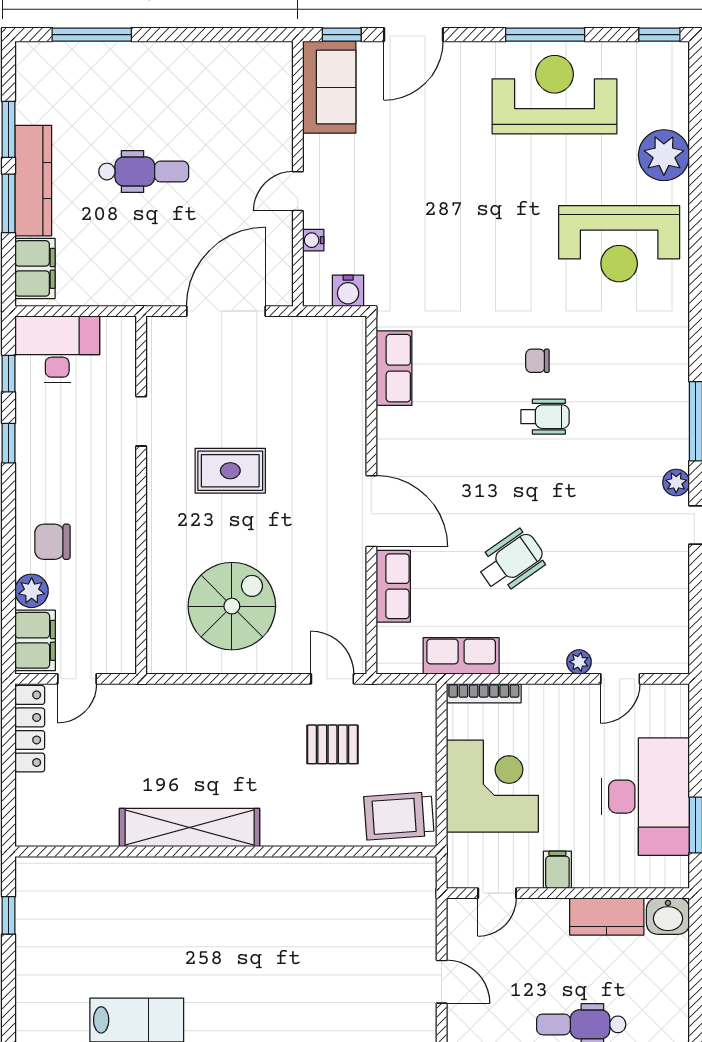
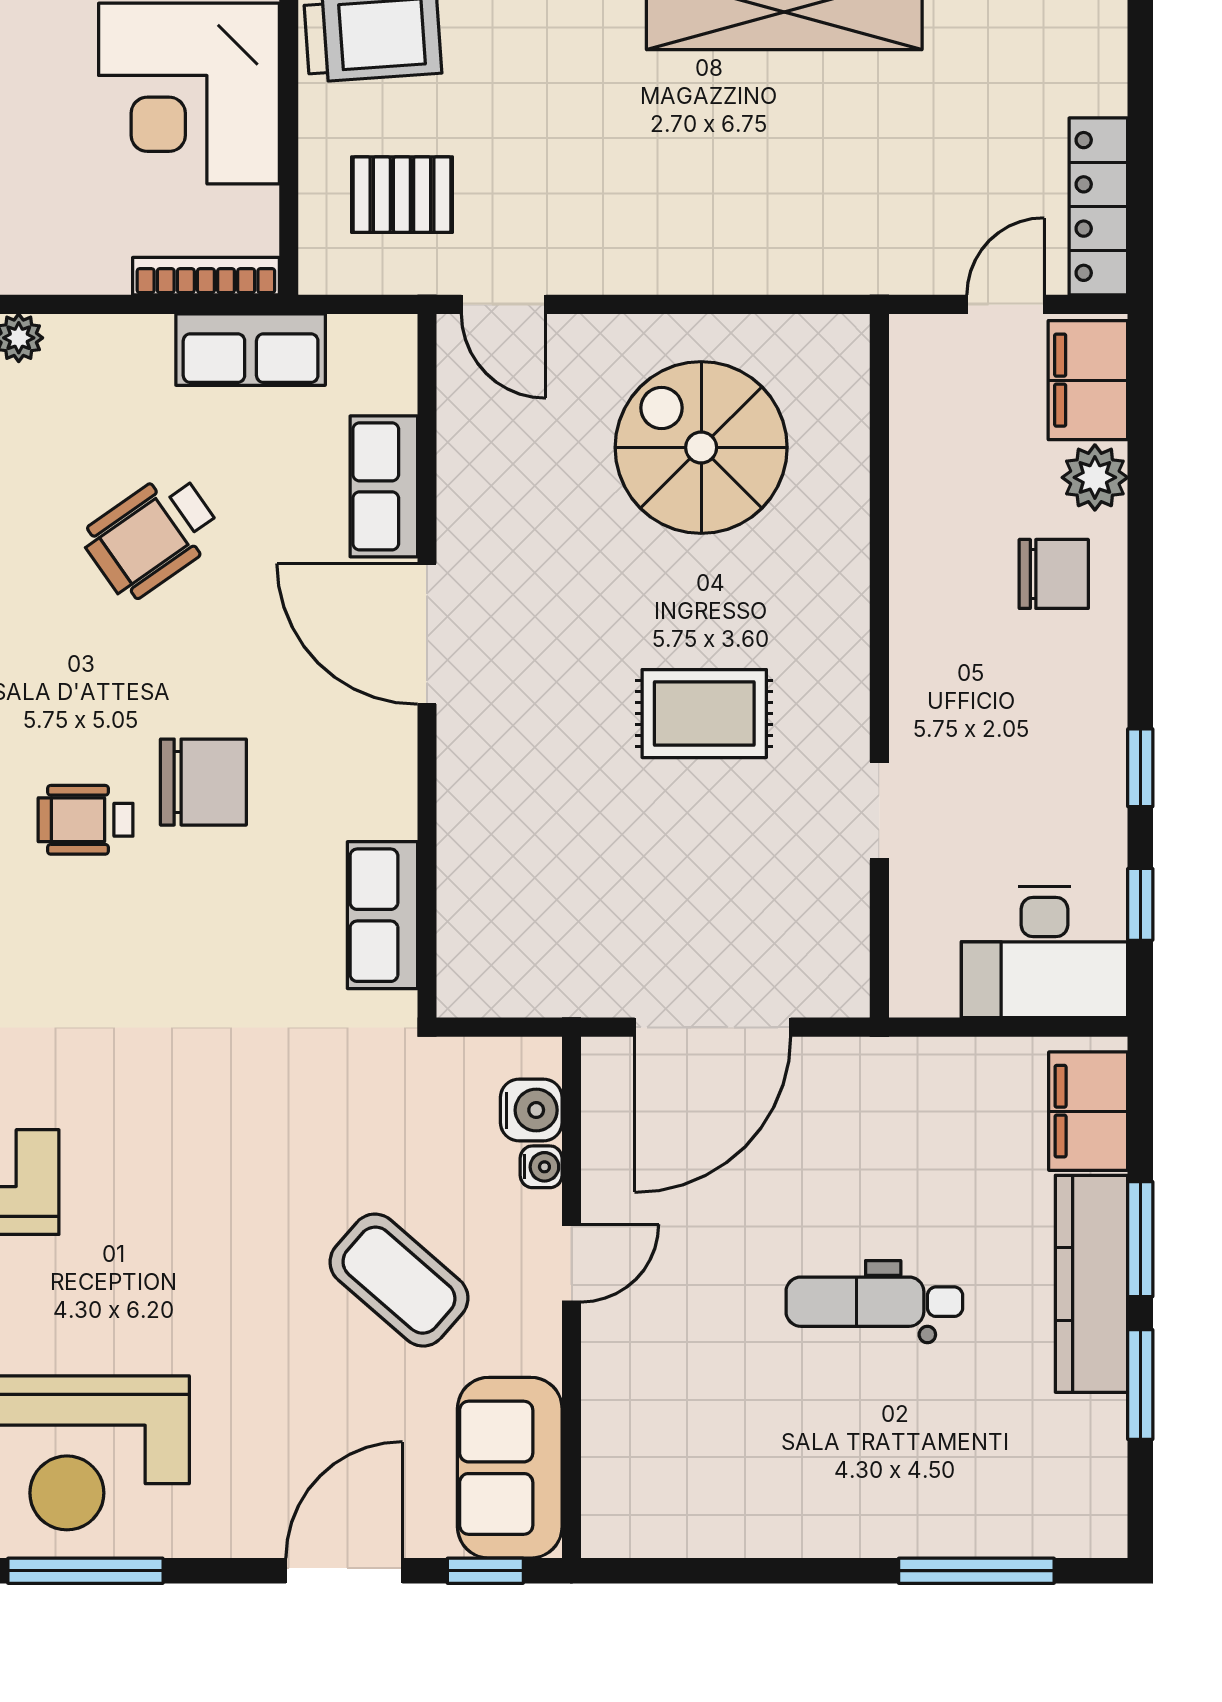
coffee table: (386, 182) -> (399, 1280), added
water cooler: (348, 291) -> (531, 1110), moved, turned 90
chair: (537, 361) -> (203, 782), moved, width x1.87, depth x1.87
spiral stairs: (232, 606) -> (701, 447), turned 90
pallet: (332, 744) -> (402, 195), moved

